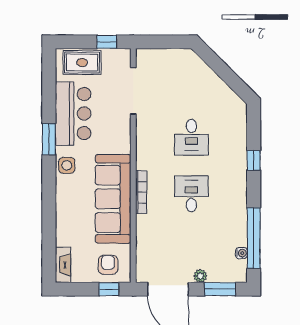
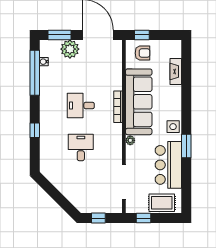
window: (168, 42) -> (98, 218), added
plant: (125, 147) -> (130, 140), added
desk: (191, 194) -> (81, 106), turned 90
fireplace: (63, 265) -> (176, 71), moved
armchair: (108, 265) -> (143, 53), turned -90
plant: (200, 276) -> (70, 49), width x1.88, depth x1.88

